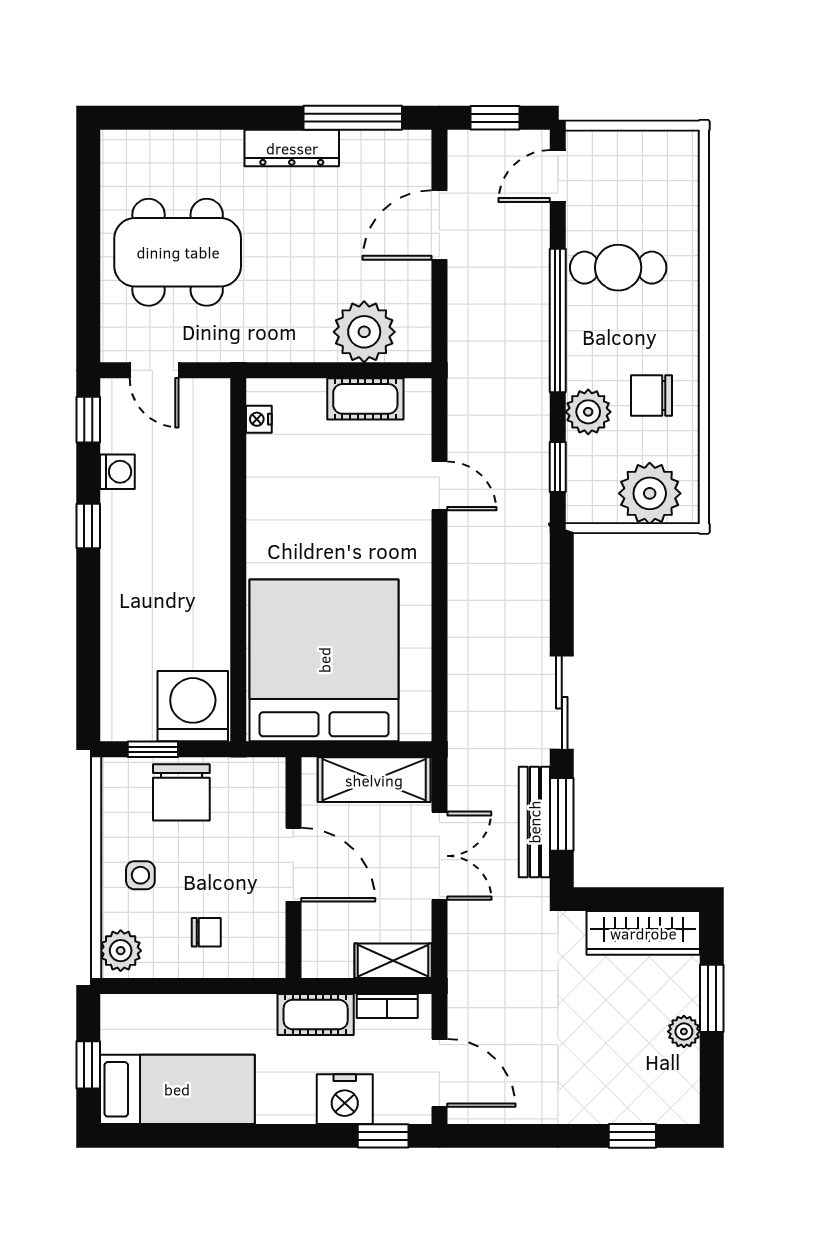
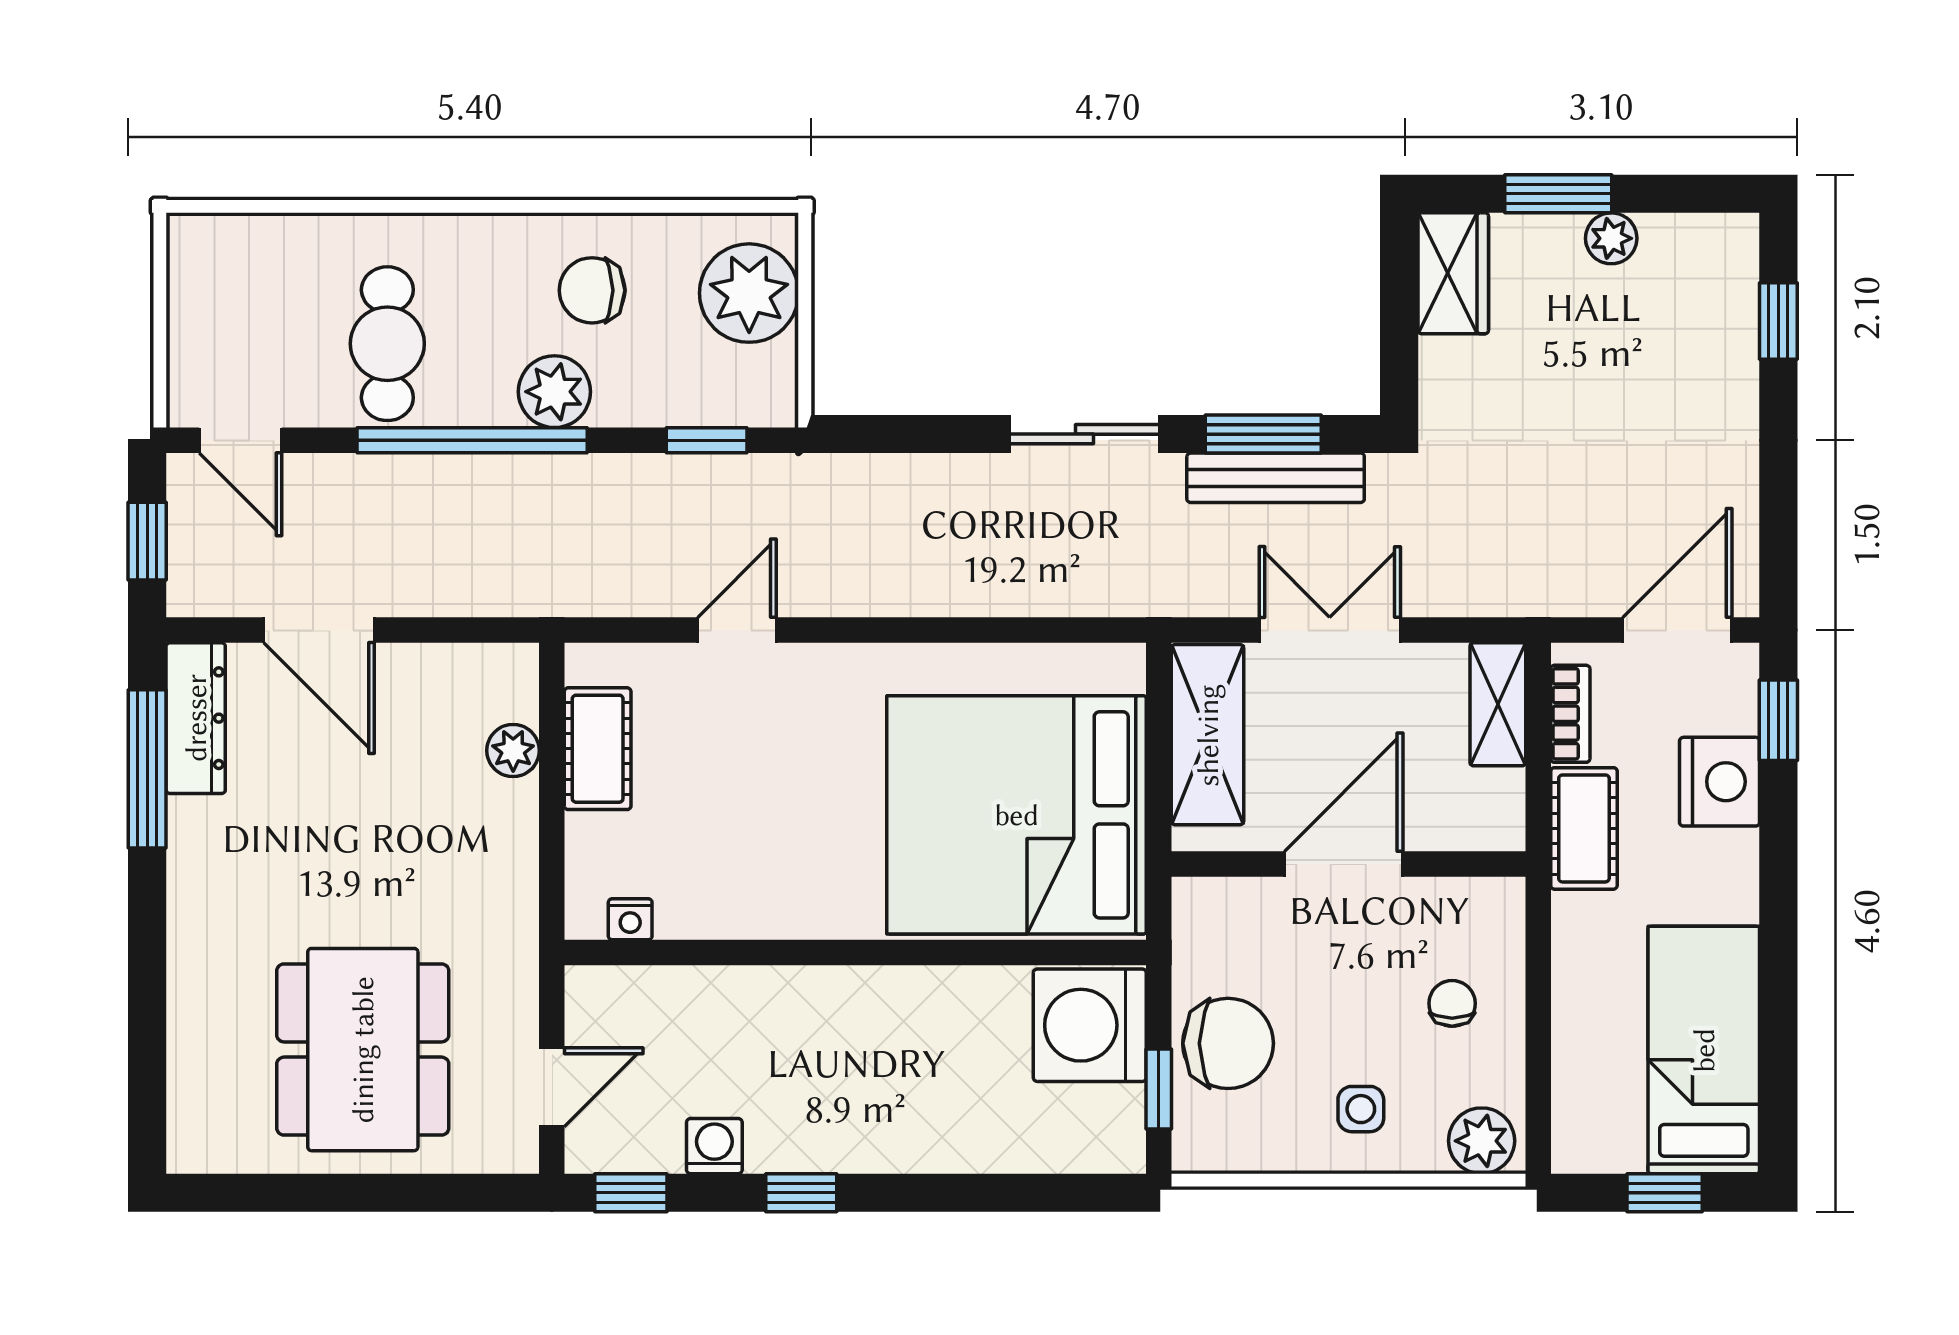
dresser: (292, 148) -> (196, 718), moved
plant: (364, 332) -> (513, 751), width x0.53, depth x0.53
chair: (651, 395) -> (592, 290), turned 90
plant: (588, 412) -> (554, 392), moved
wardrobe: (643, 933) -> (1453, 273), width x0.67

